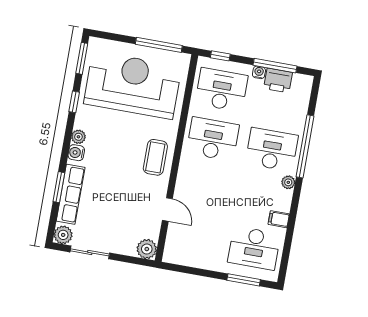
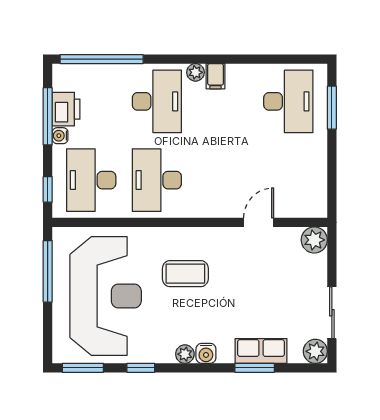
reception desk: (133, 85) -> (106, 296), turned 180
window: (305, 146) -> (102, 59), moved
desk: (272, 149) -> (157, 101), turned 180
coffee table: (155, 157) -> (185, 274), moved
row of seats: (71, 194) -> (261, 351), width x0.68
filing cabinet: (279, 219) -> (216, 76), moved

